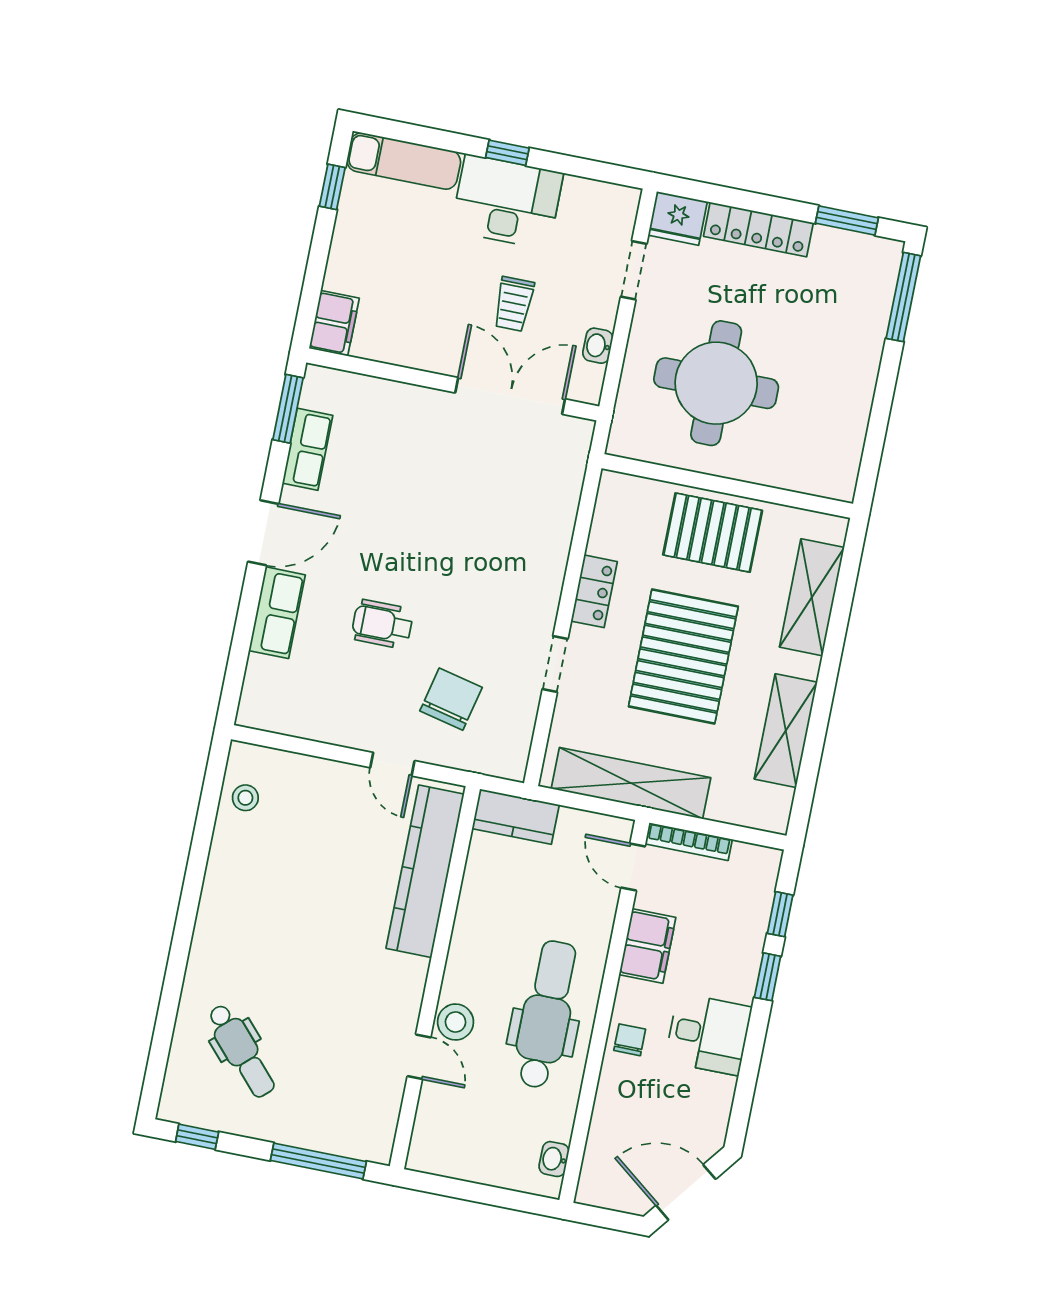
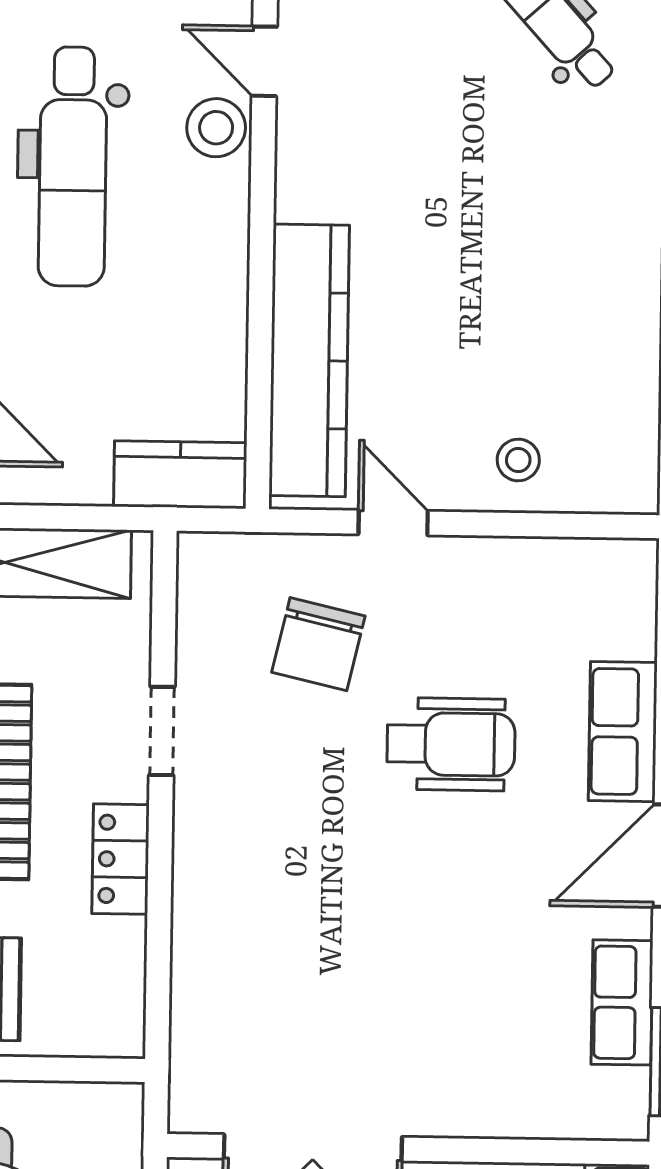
wheelchair: (382, 624) -> (451, 744), width x1.36, depth x1.37
stool: (245, 798) -> (518, 460), moved

